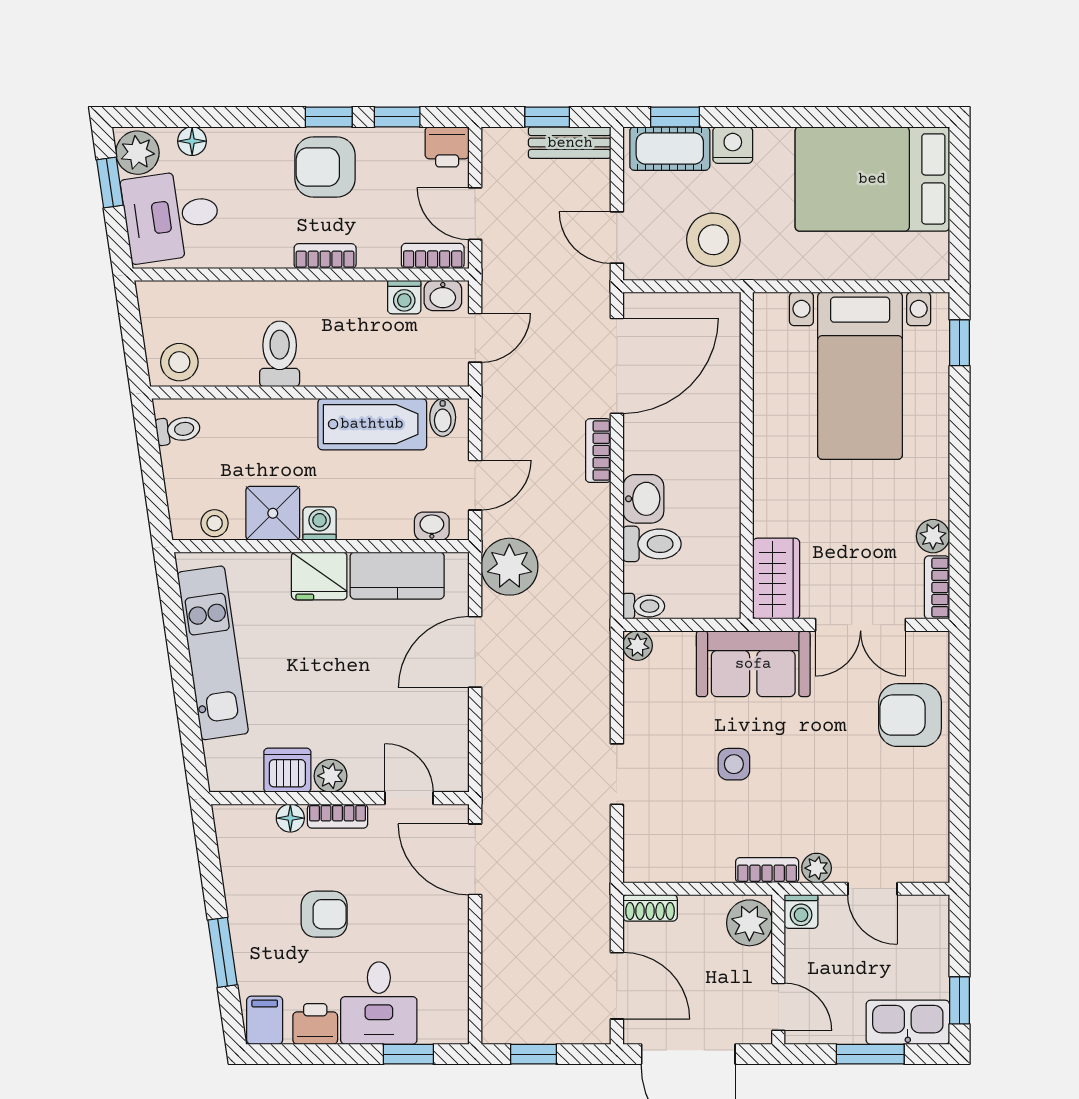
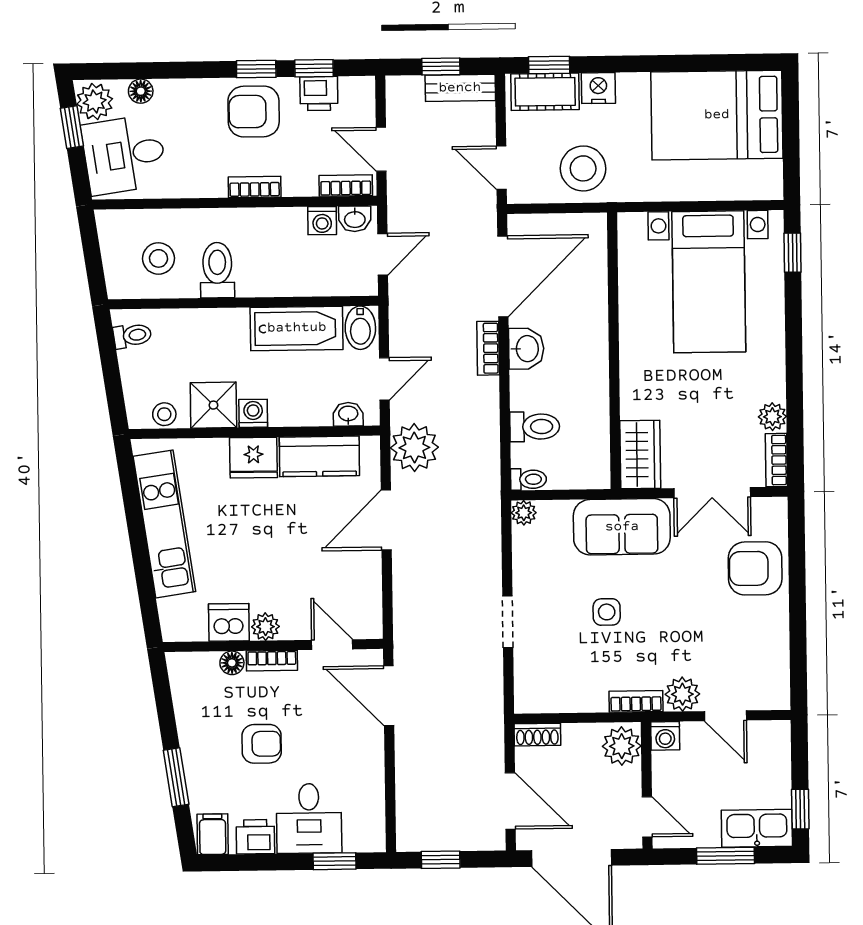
printer: (447, 147) -> (319, 94), moved
stool: (179, 362) -> (158, 258), moved
bidet: (443, 417) -> (360, 328), width x1.38, depth x1.36
washbasin: (643, 499) -> (526, 349), moved
plant: (817, 868) -> (682, 694), width x1.38, depth x1.38

